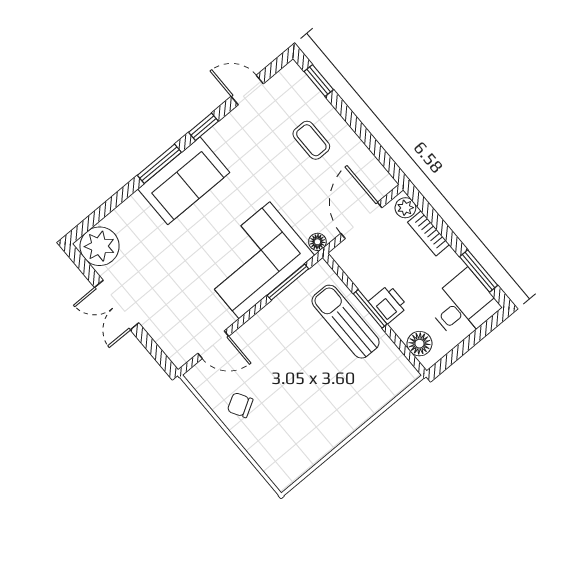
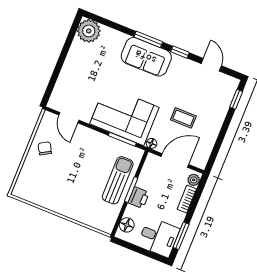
coffee table: (311, 140) -> (183, 118), moved, turned 90
double door: (117, 305) -> (63, 56), removed

